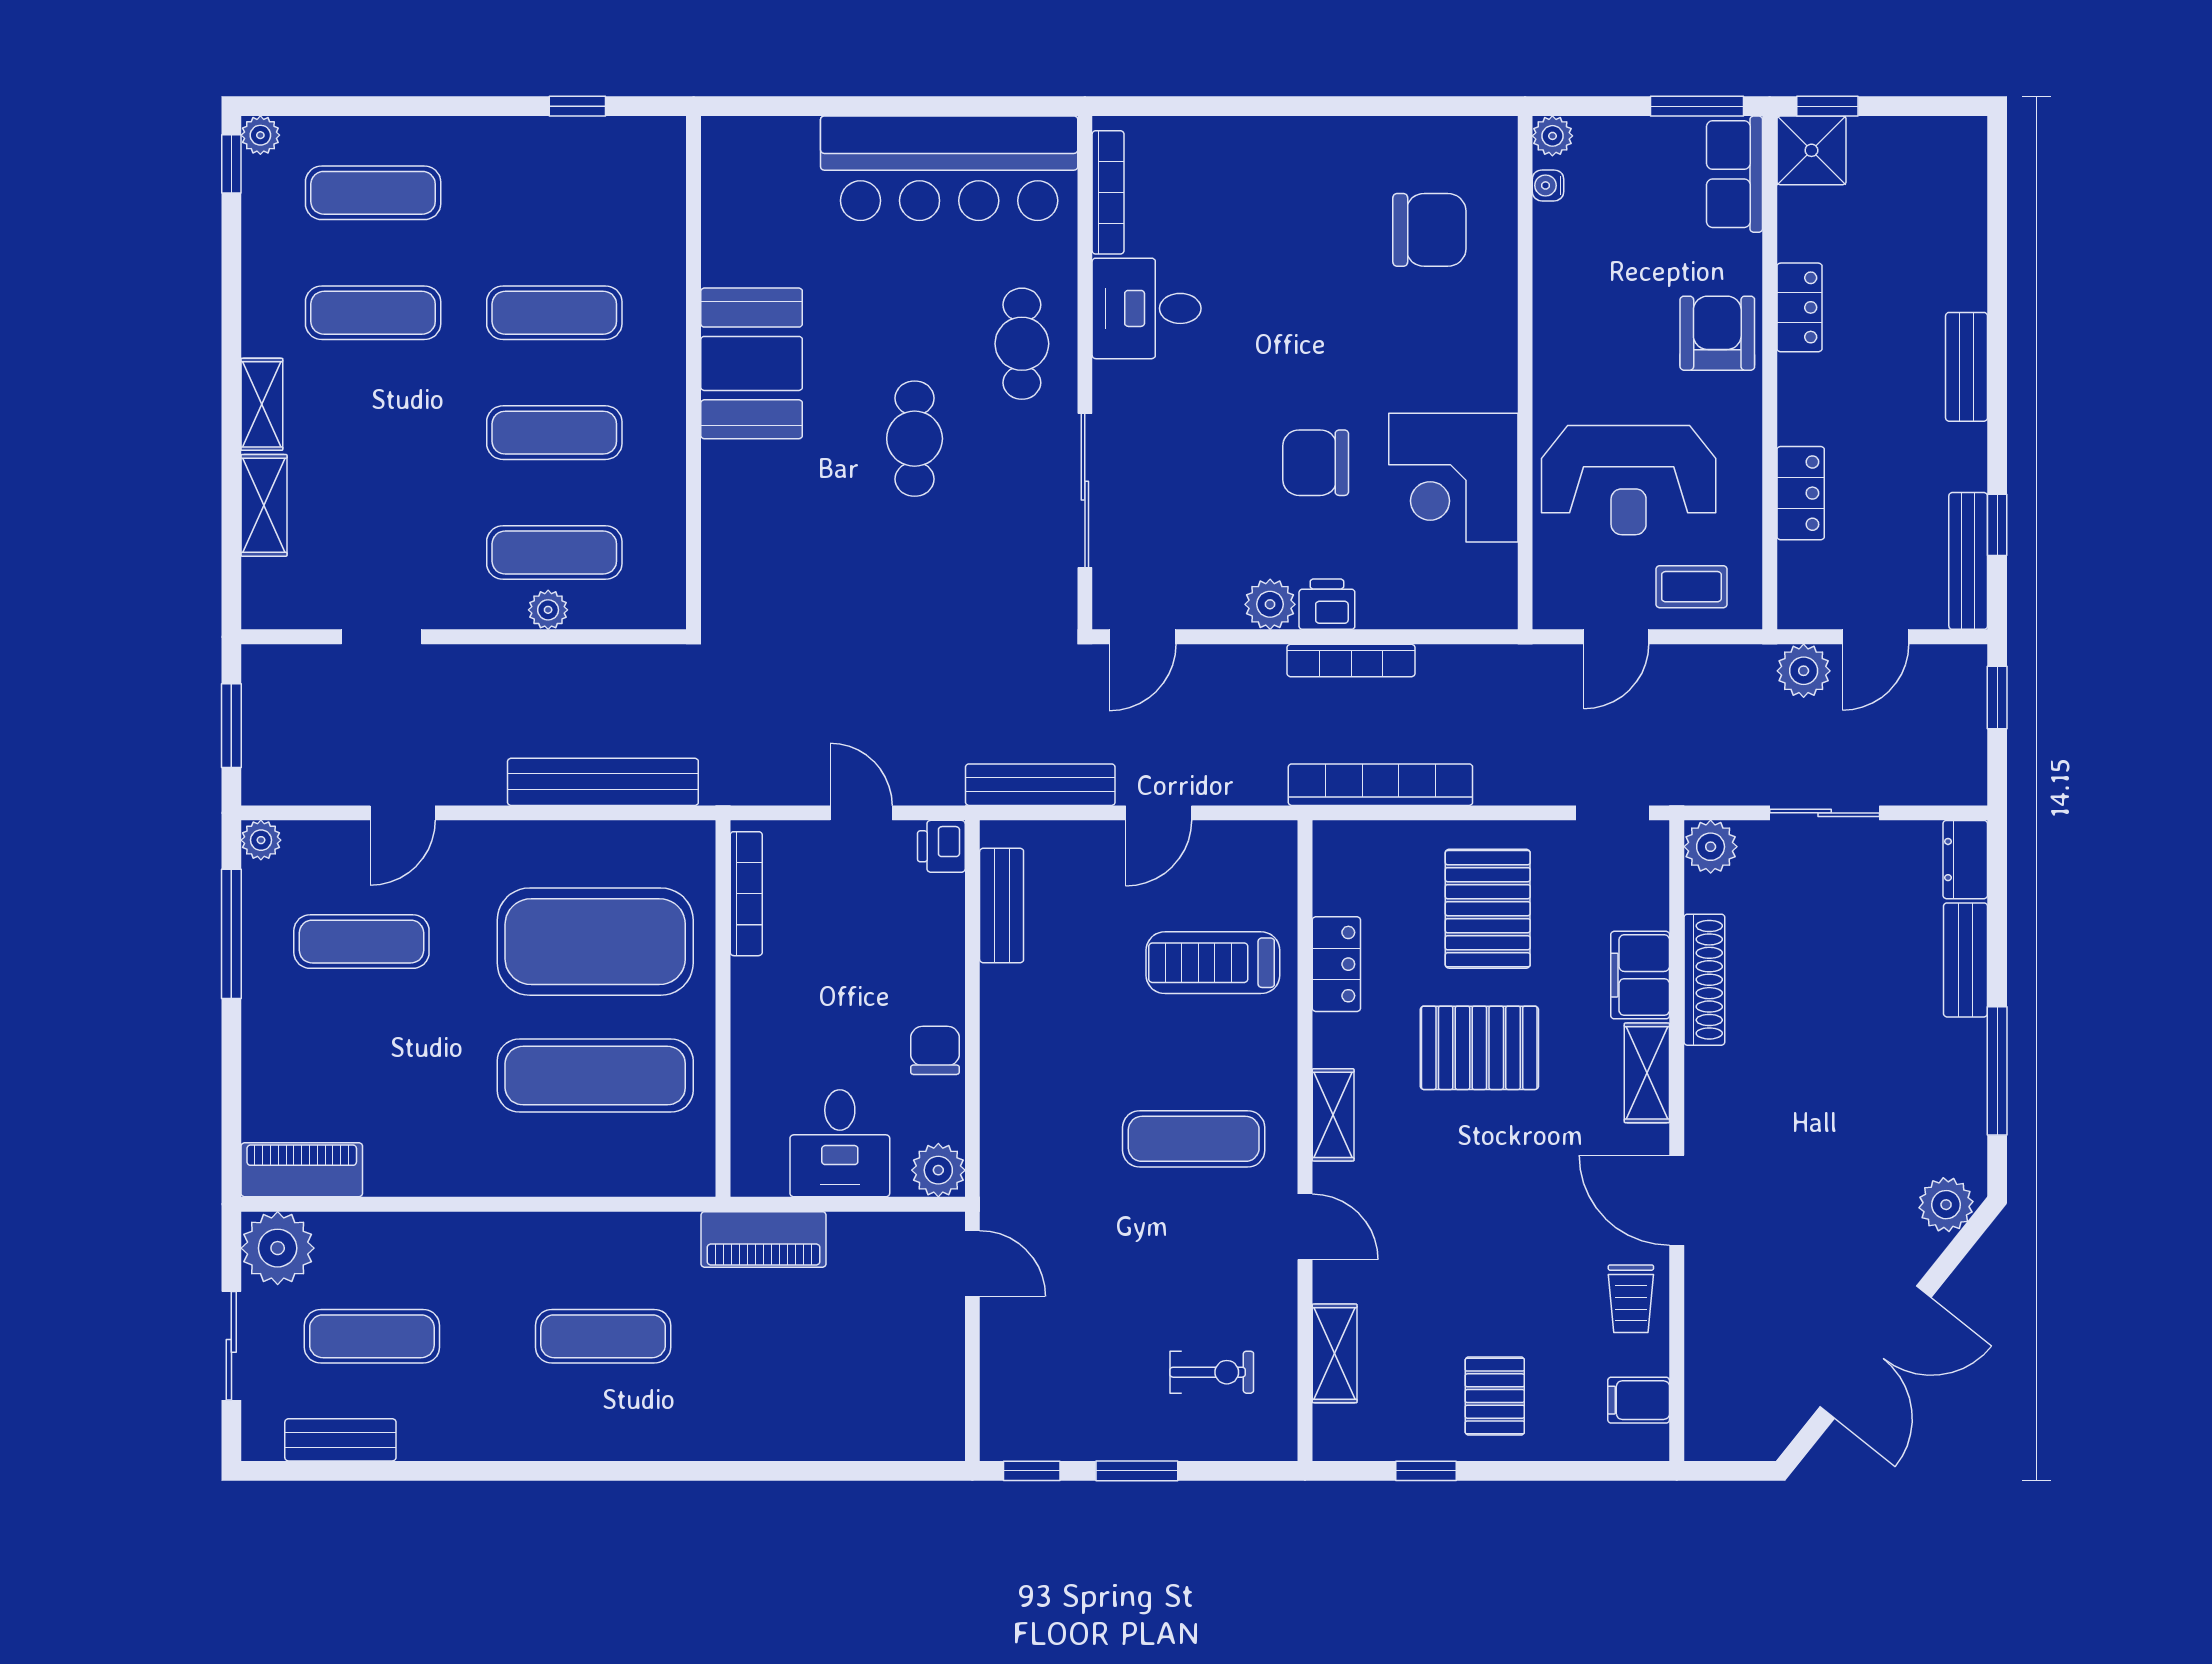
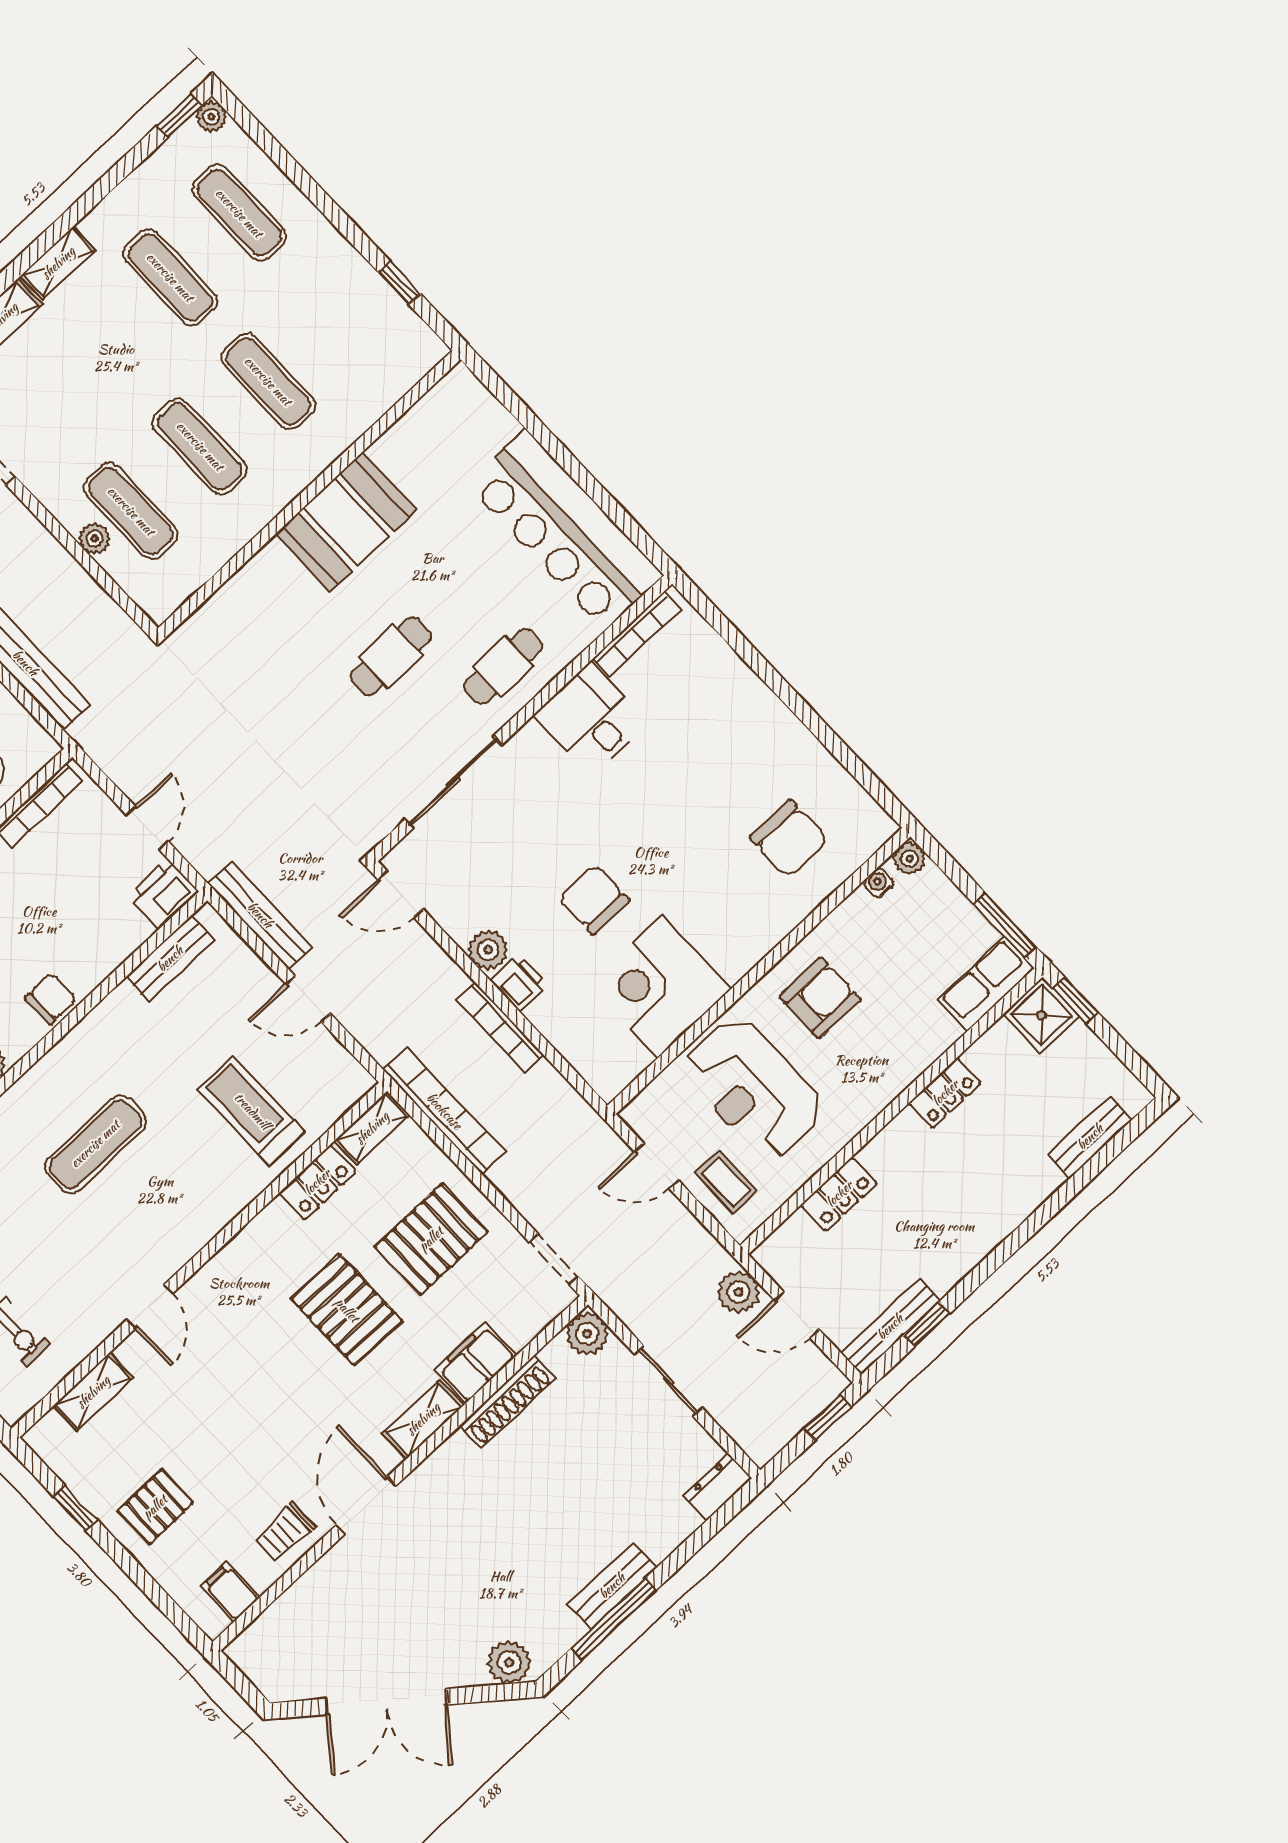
armchair: (1717, 333) -> (820, 998), moved
bench: (1967, 367) -> (1090, 1137), moved
printer: (941, 846) -> (163, 894), width x1.36, depth x1.24
bench: (1966, 960) -> (612, 1586), moved
shelving: (1333, 1115) -> (372, 1128), moved
exercise mat: (1194, 1139) -> (95, 1144), moved, turned 90

